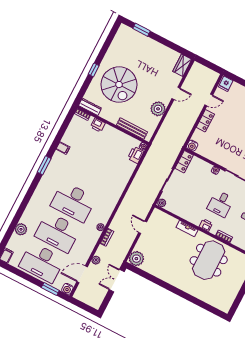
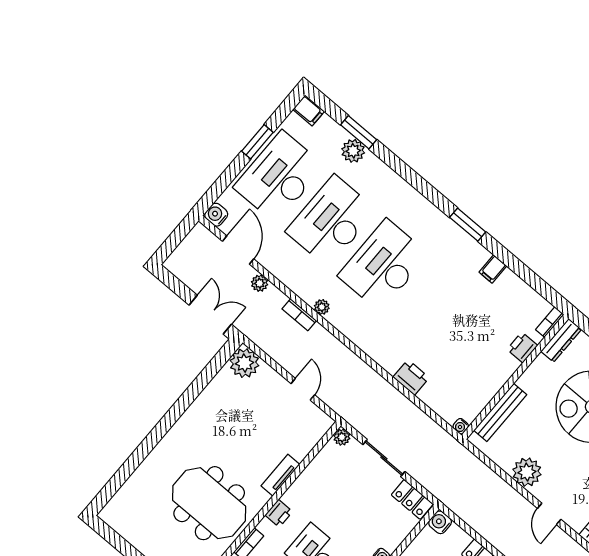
printer: (136, 155) -> (411, 377), moved
door: (143, 227) -> (303, 389), hinge flipped
window: (11, 229) -> (359, 132), added
window: (50, 289) -> (257, 142), moved

